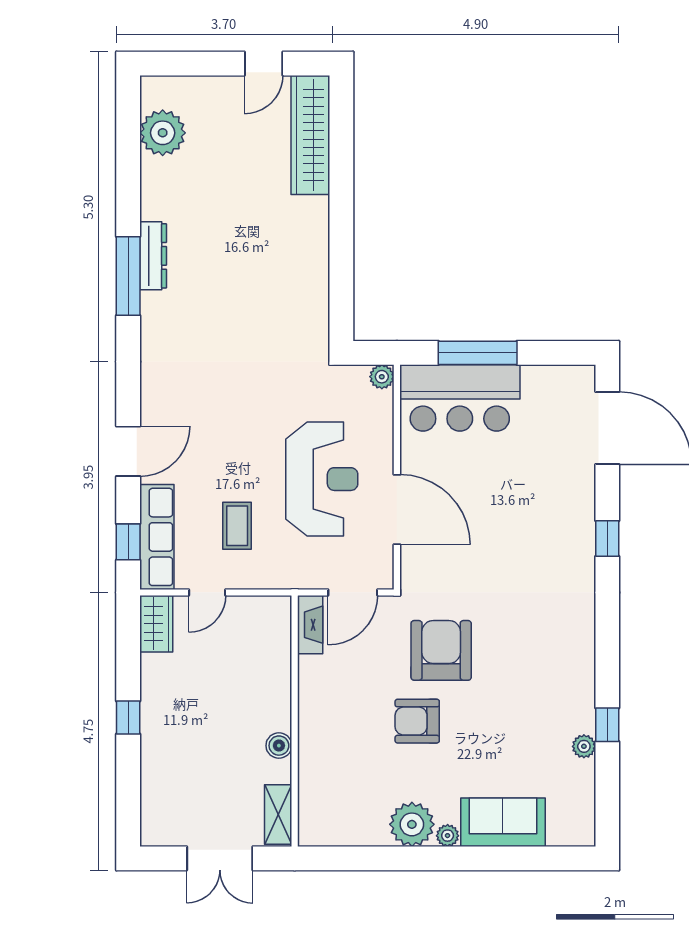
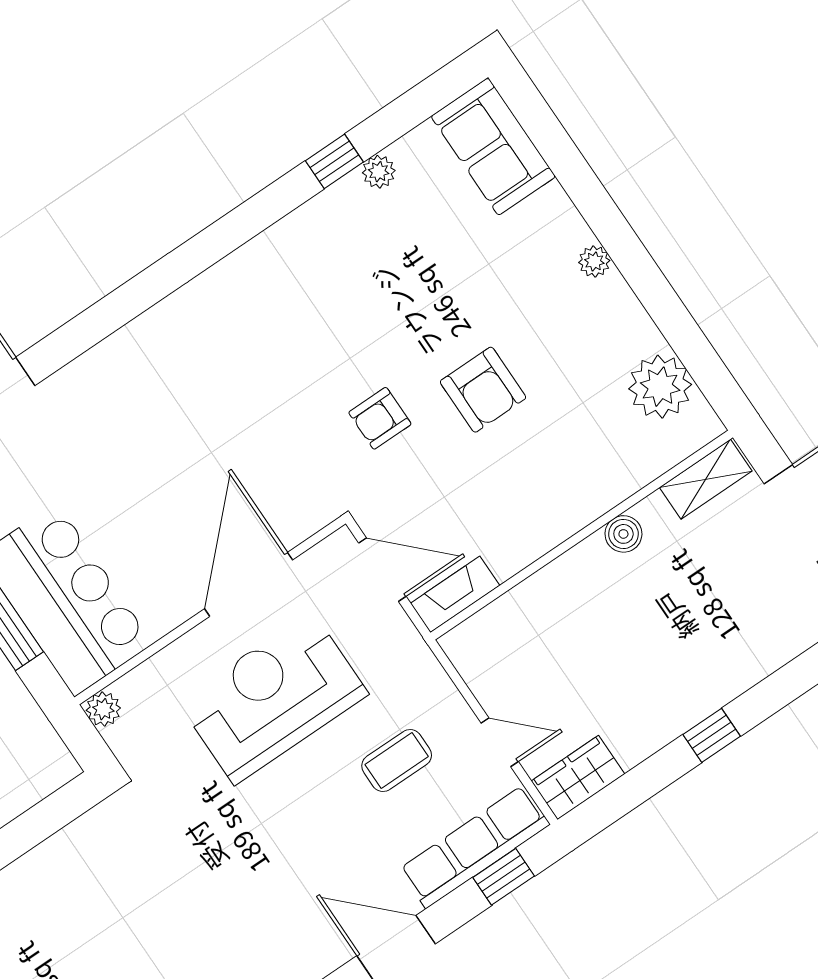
window: (607, 539) -> (114, 311), removed
armchair: (441, 650) -> (380, 418), width x0.53, depth x0.53
sofa: (503, 822) -> (493, 147), moved
plant: (412, 824) -> (660, 387), moved

